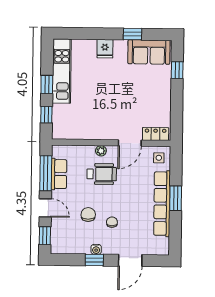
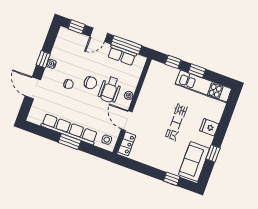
chair: (88, 214) -> (90, 83), moved

